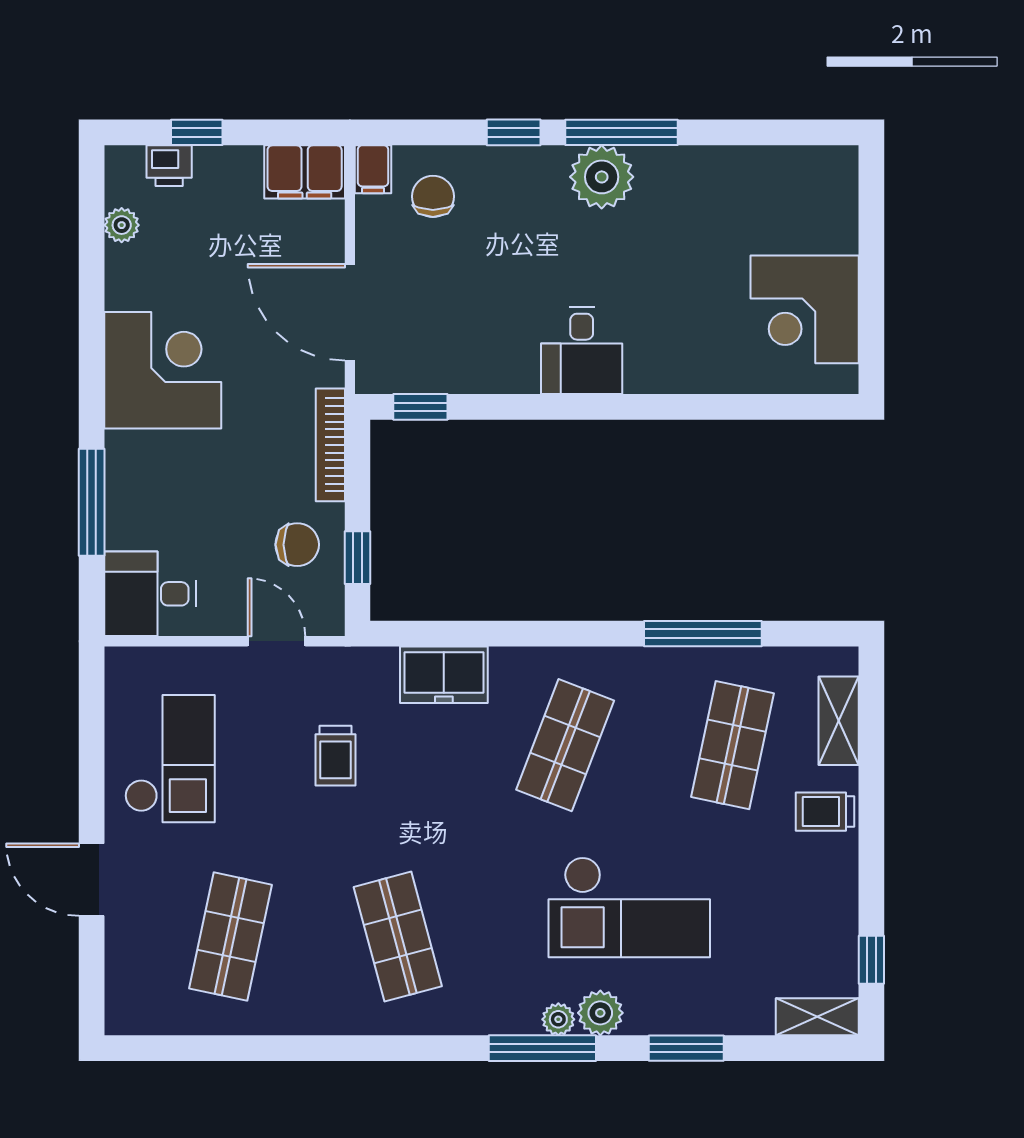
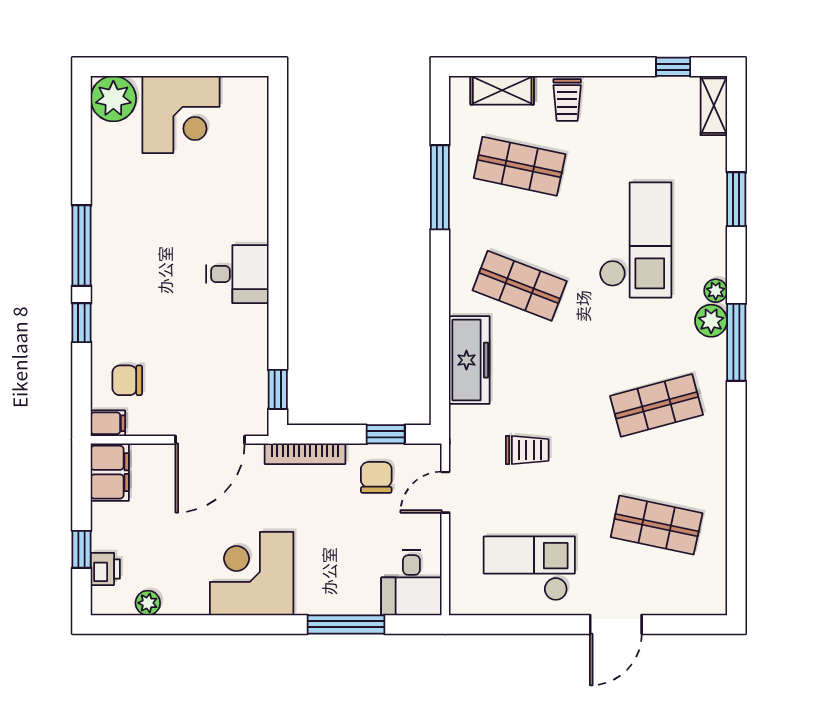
plant: (602, 177) -> (113, 99), moved
corner desk: (805, 309) -> (181, 115), moved
freezer: (444, 675) -> (469, 360), width x1.40
plant: (600, 1013) -> (711, 321), moved
window: (542, 1048) -> (736, 342), moved

